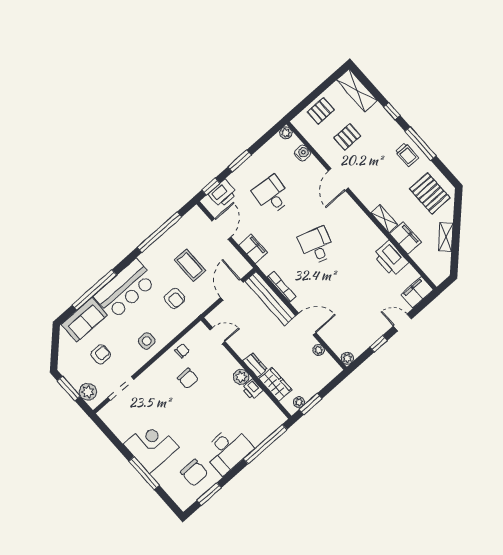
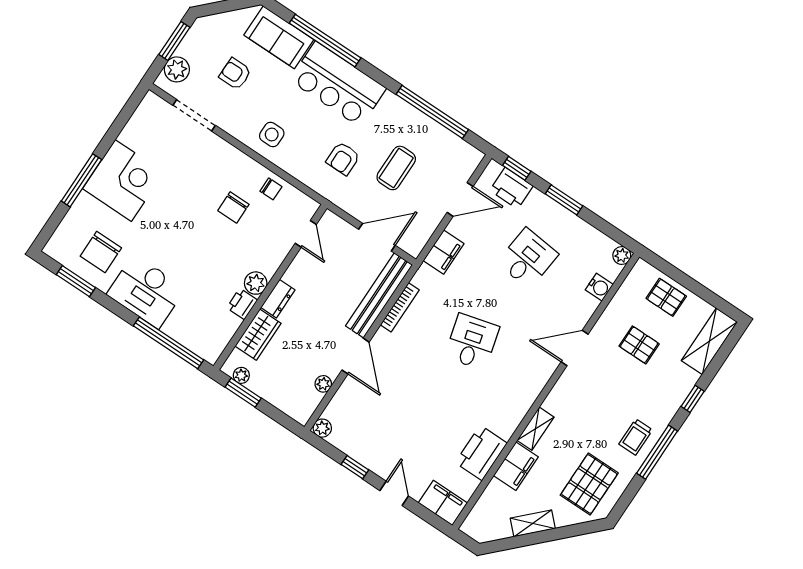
desk: (317, 246) -> (472, 342), turned -33
armchair: (101, 354) -> (235, 74), turned 180

